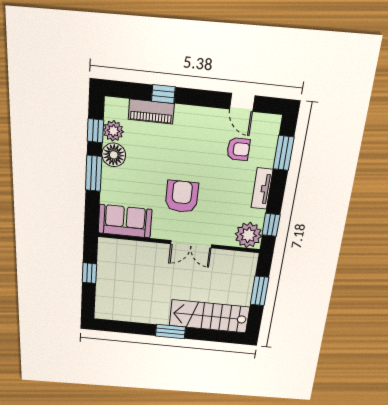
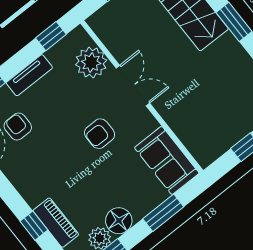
window: (94, 173) -> (163, 213), moved
armchair: (182, 197) -> (100, 134), width x0.72, depth x0.72
plant: (248, 235) -> (91, 63), moved

